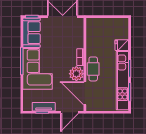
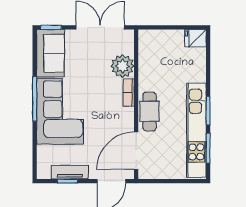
fridge: (122, 45) -> (195, 38), moved
plant: (76, 74) -> (123, 66), moved
door: (85, 93) -> (136, 151), hinge flipped

